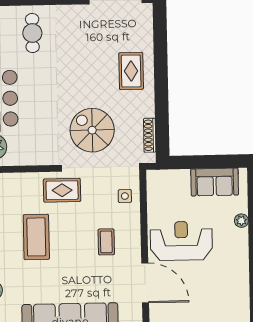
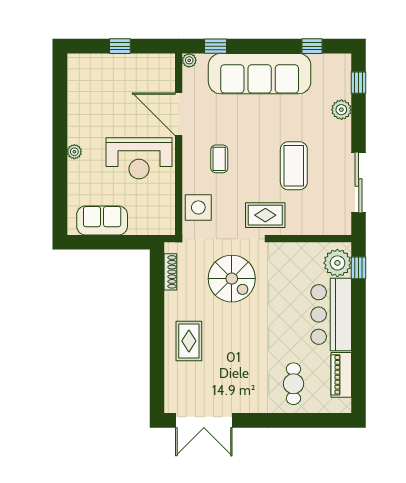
side table: (125, 196) -> (198, 207), width x1.87, depth x1.87
plant: (241, 221) -> (74, 152), moved

